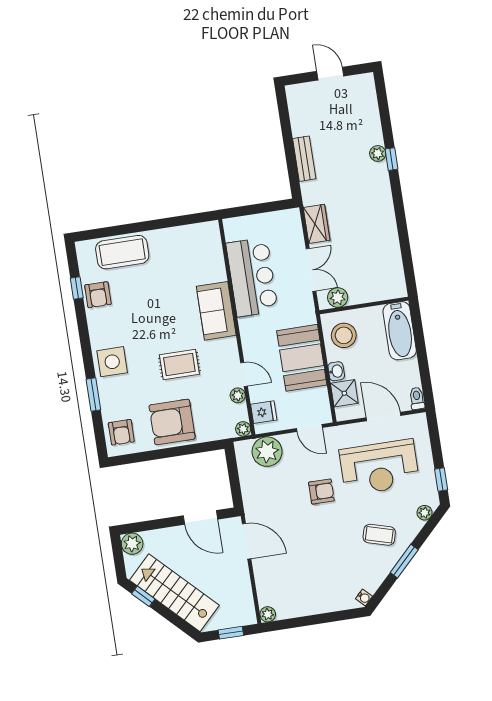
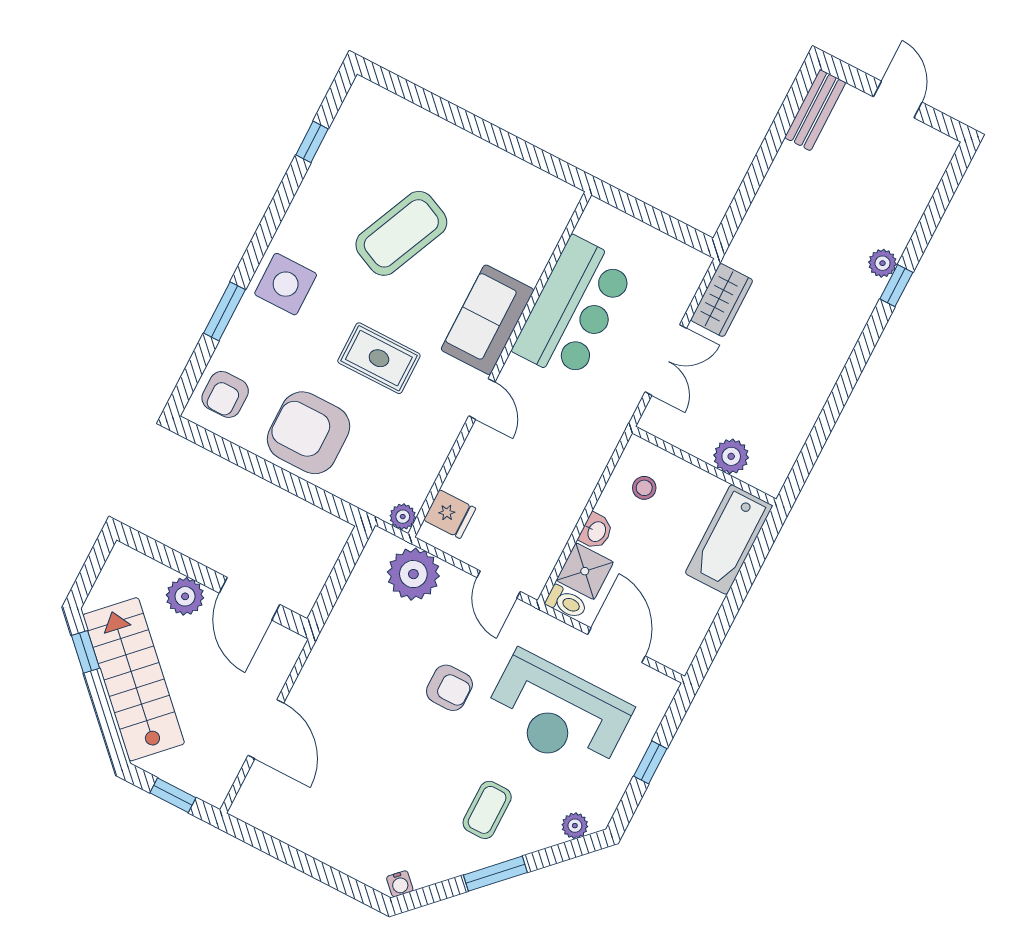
bench: (304, 159) -> (815, 110), moved
coffee table: (122, 252) -> (401, 233), moved, turned -66
armchair: (98, 295) -> (335, 173), removed
plant: (338, 297) -> (731, 456), moved
stool: (344, 335) -> (644, 488), width x0.53, depth x0.53
booth: (302, 358) -> (561, 476), removed
door: (244, 374) -> (482, 399), moved
plant: (238, 395) -> (430, 463), removed
toilet: (417, 398) -> (566, 602), moved, turned 90
window: (441, 480) -> (650, 762), moved
coffee table: (379, 535) -> (487, 810), turned 74
door: (247, 541) -> (266, 729), moved
plant: (132, 544) -> (185, 596), moved
plant: (268, 614) -> (245, 807), removed

